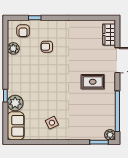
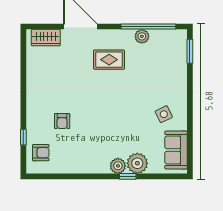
plant: (13, 48) -> (118, 166), moved
rug: (93, 82) -> (109, 60), turned 90
sofa: (16, 126) -> (176, 150), moved, turned -90
plant: (110, 135) -> (142, 36), moved

